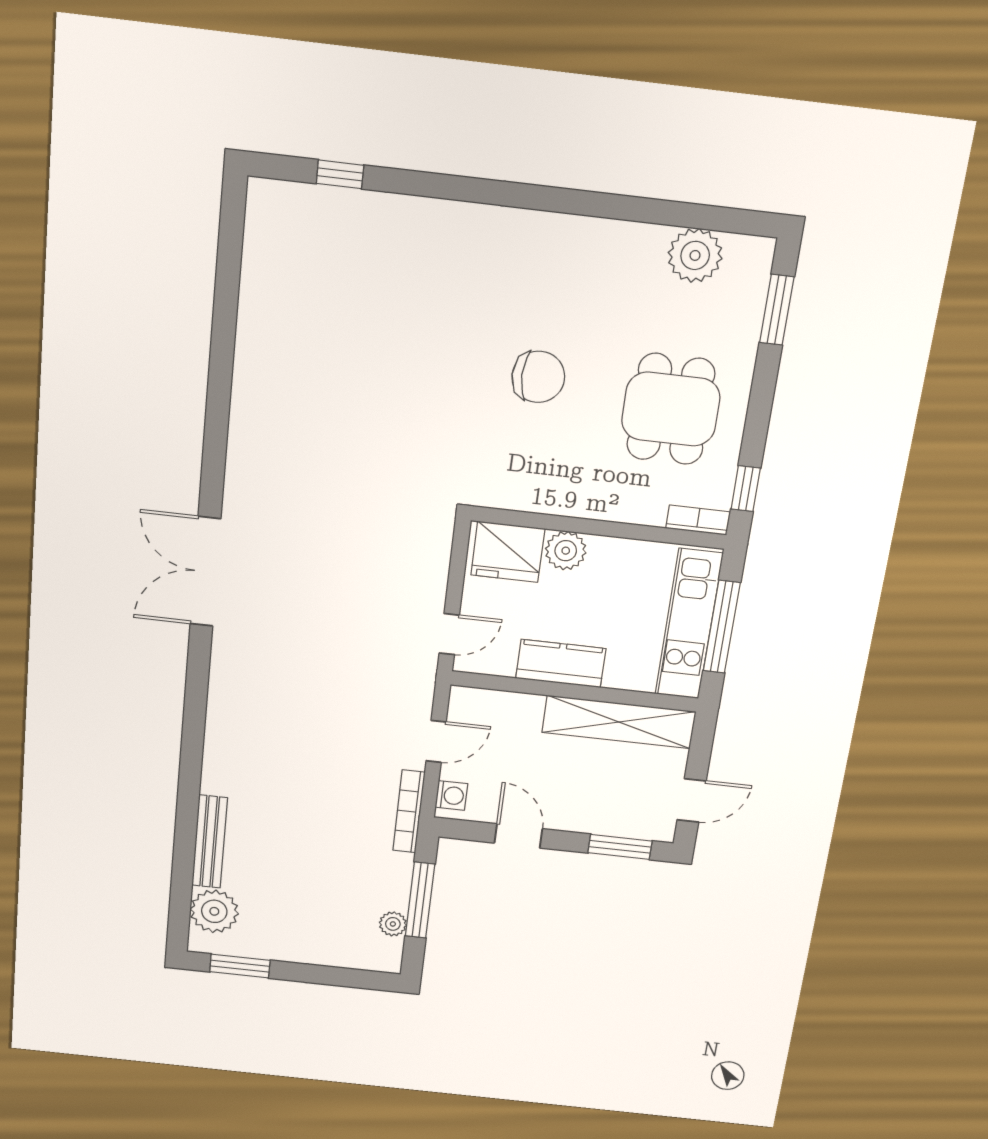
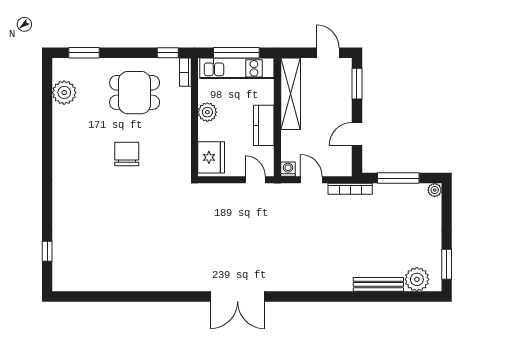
plant: (566, 551) -> (207, 112), moved
washing machine: (451, 795) -> (288, 169), moved
plant: (393, 924) -> (435, 190), moved

